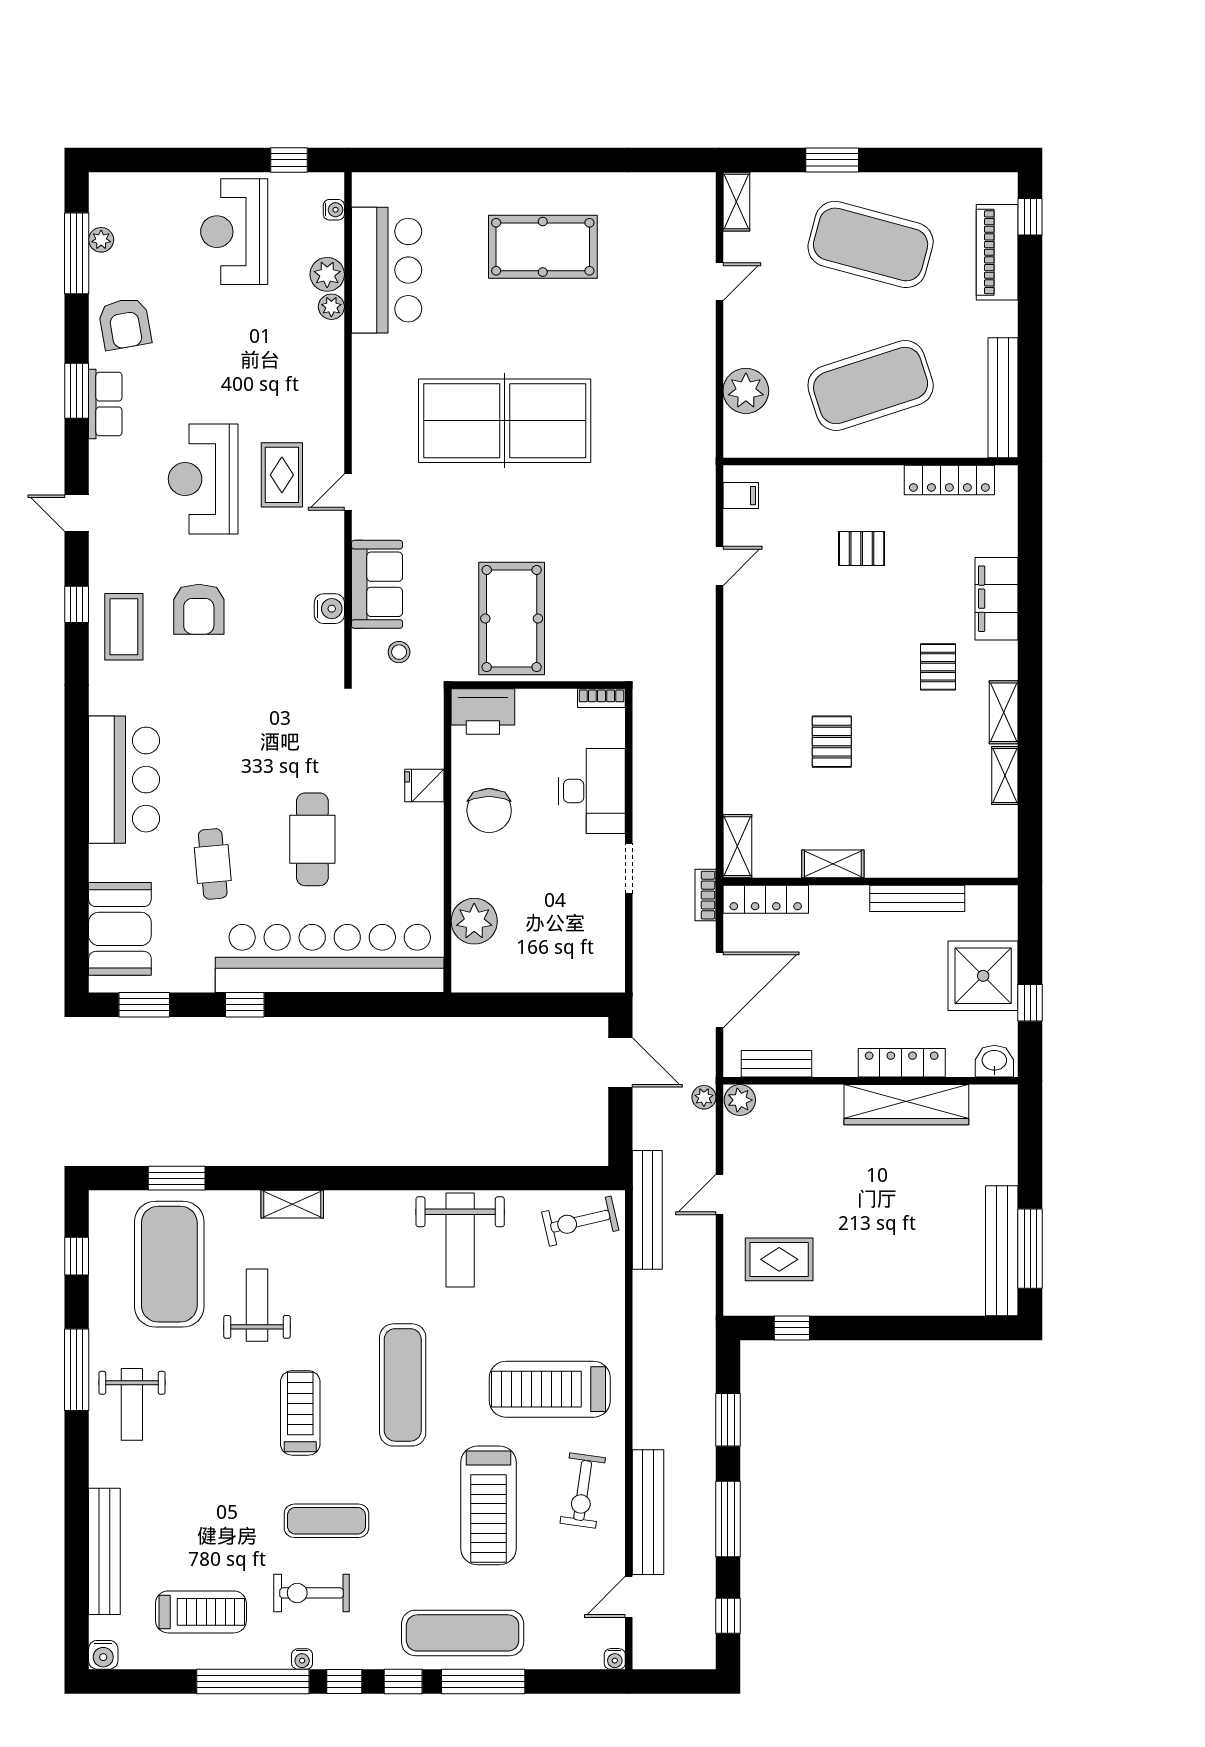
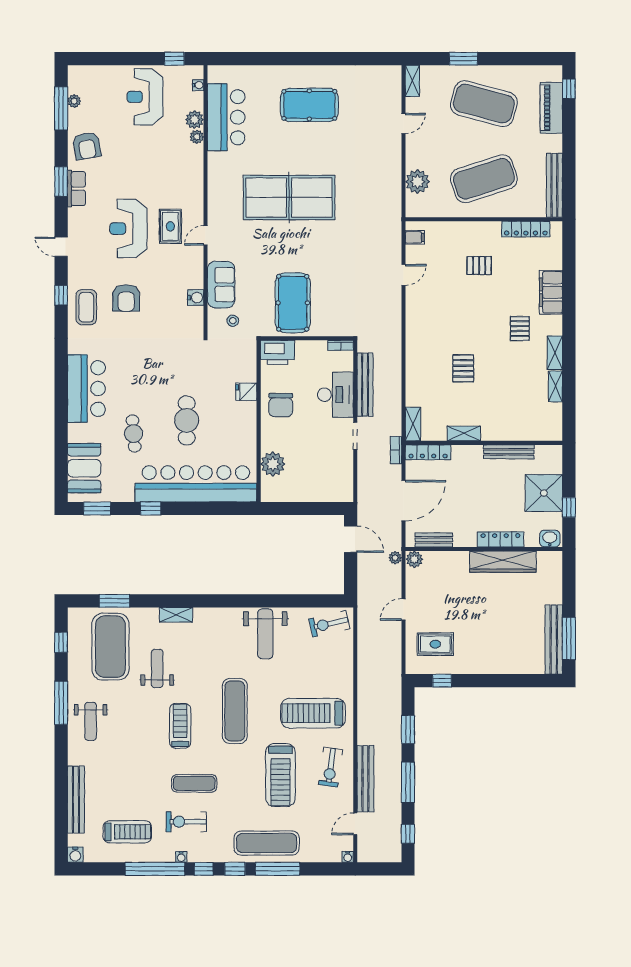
bench: (647, 1210) -> (365, 385), moved

